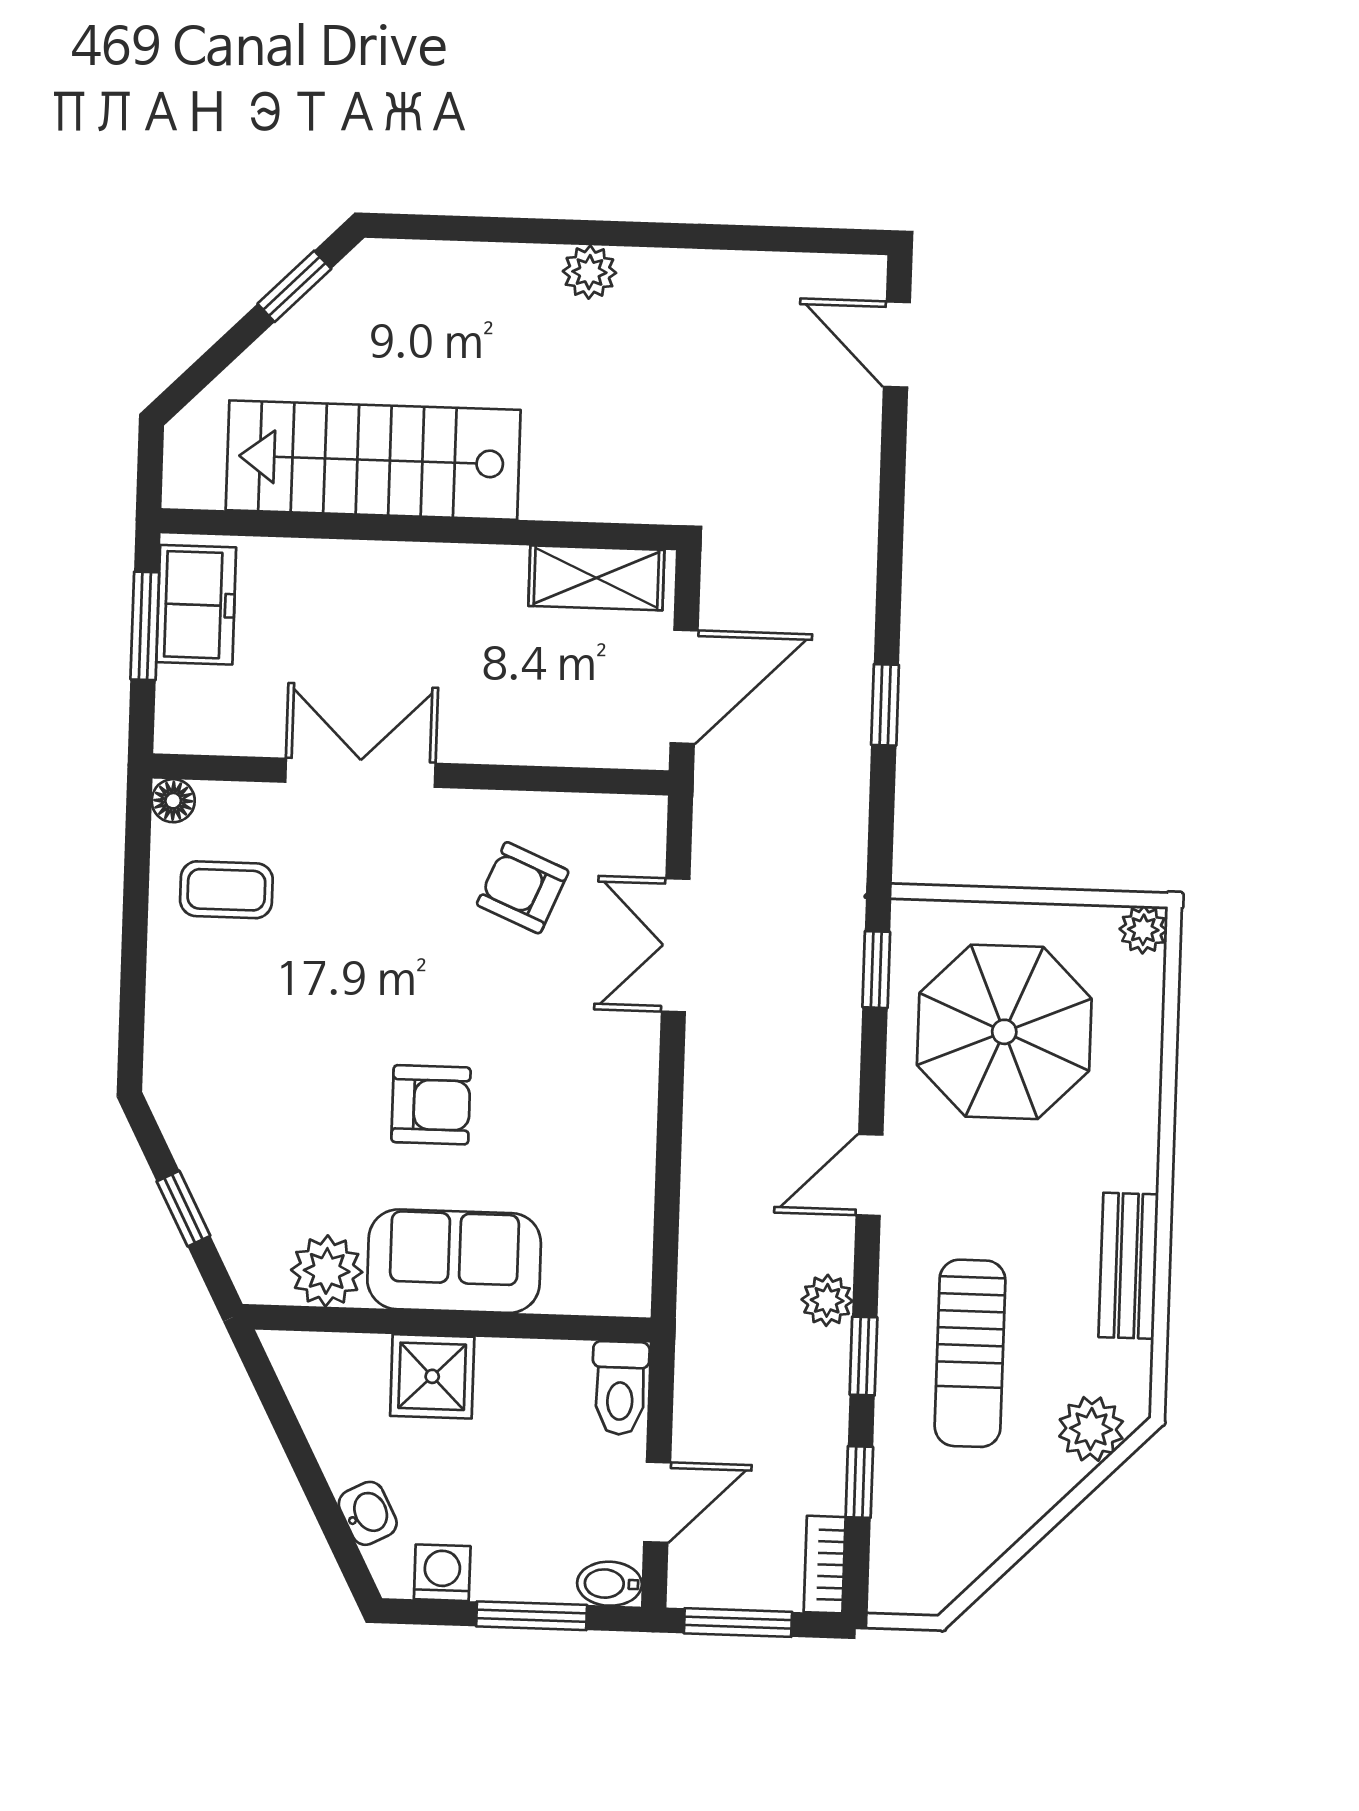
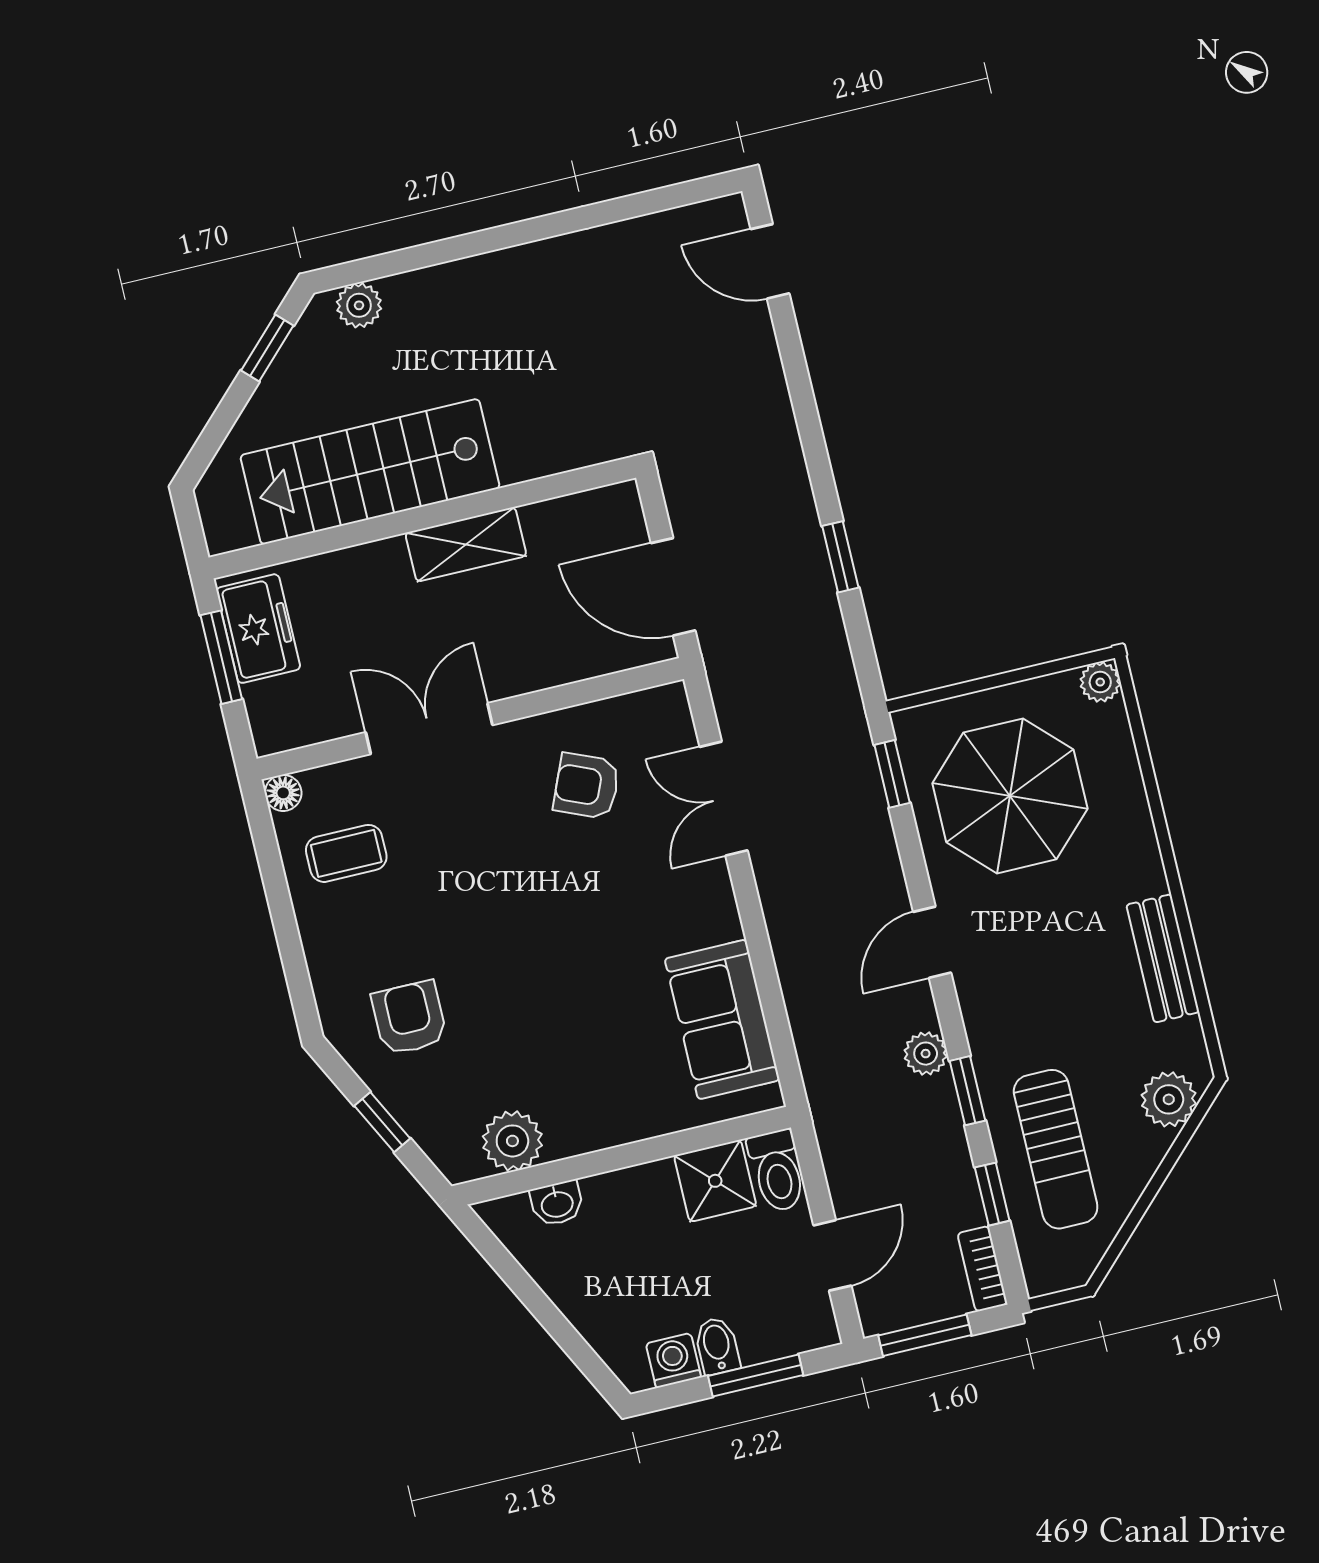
plant: (589, 272) -> (359, 305), moved
shelving: (596, 578) -> (466, 544), moved
door: (684, 687) -> (673, 587), swing flipped
armchair: (431, 1105) -> (409, 1018), moved, turned -90
sofa: (454, 1261) -> (722, 1019), moved, turned -90
sun lounger: (970, 1353) -> (1056, 1149), moved
shower: (432, 1376) -> (715, 1181), moved
washbasin: (368, 1513) -> (557, 1203), moved, turned 117
bidet: (609, 1584) -> (717, 1346), moved, turned 90

